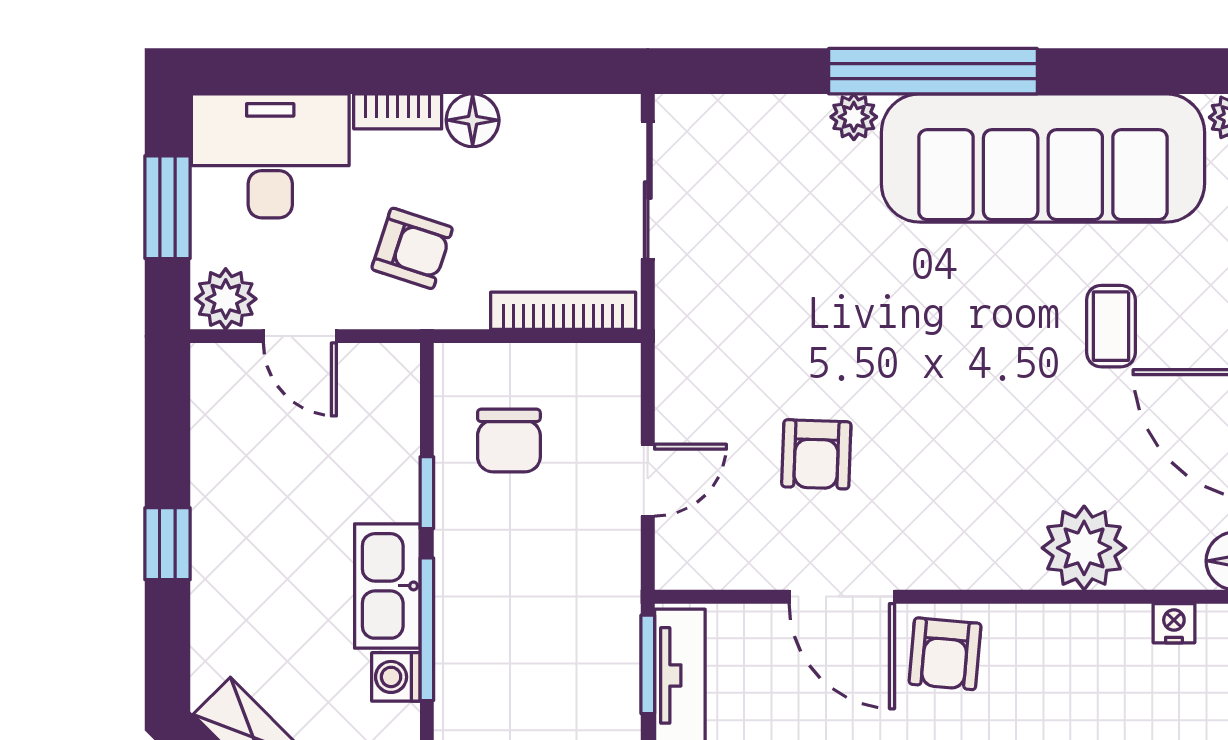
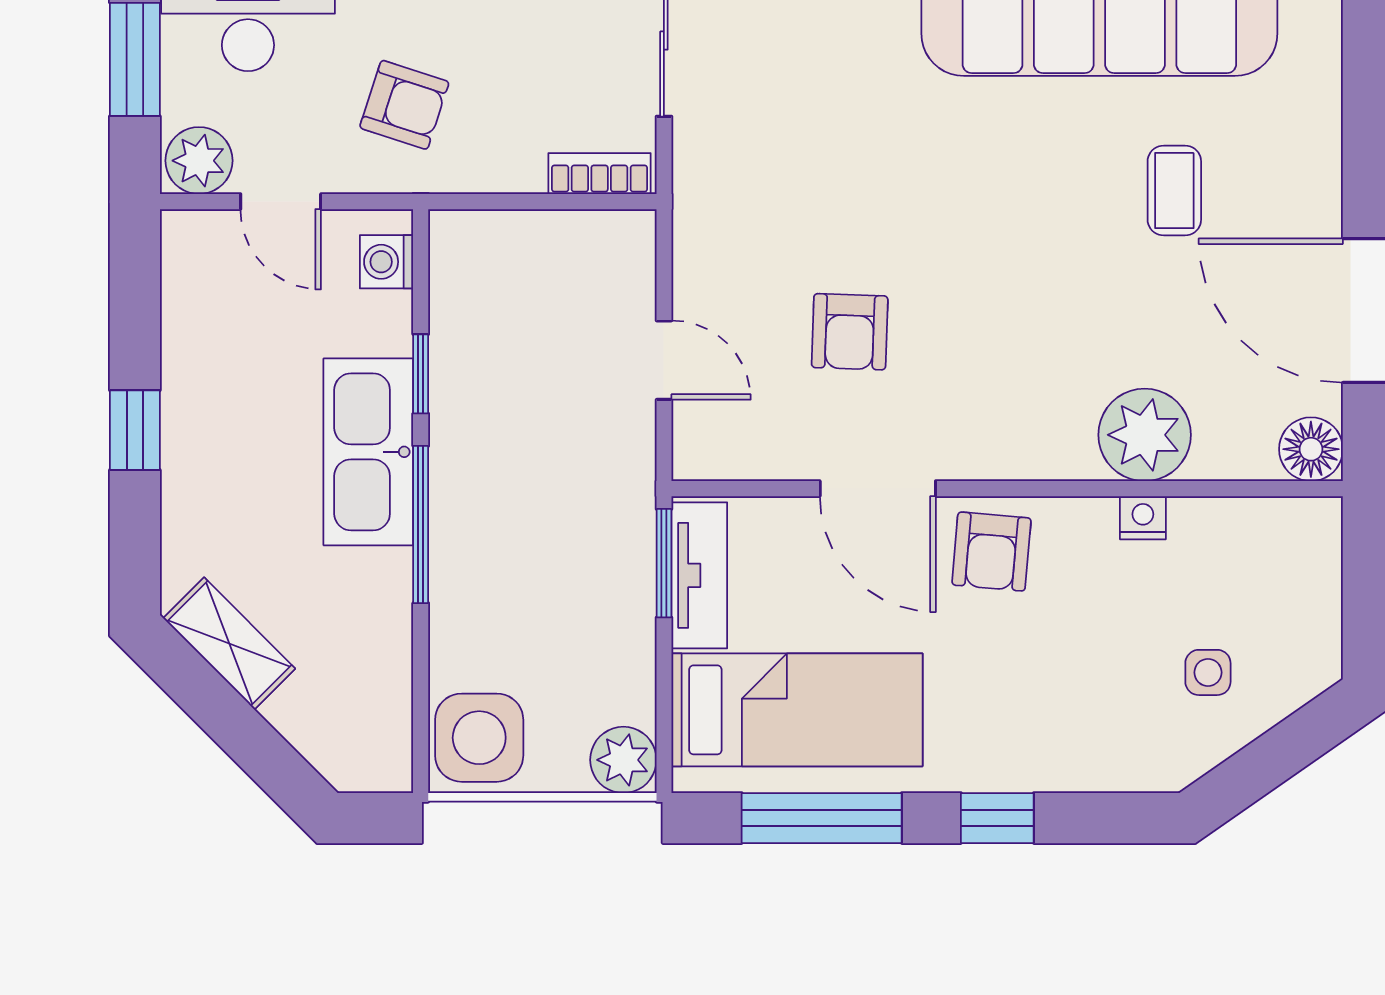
bookcase: (563, 311) -> (600, 174), width x0.64
chair: (509, 440) -> (511, 316), removed
door: (648, 480) -> (664, 360), hinge flipped
kitchen sink: (387, 586) -> (368, 452), width x1.36, depth x1.24
nightstand: (1174, 623) -> (1143, 518), moved
washing machine: (396, 677) -> (386, 262), moved

